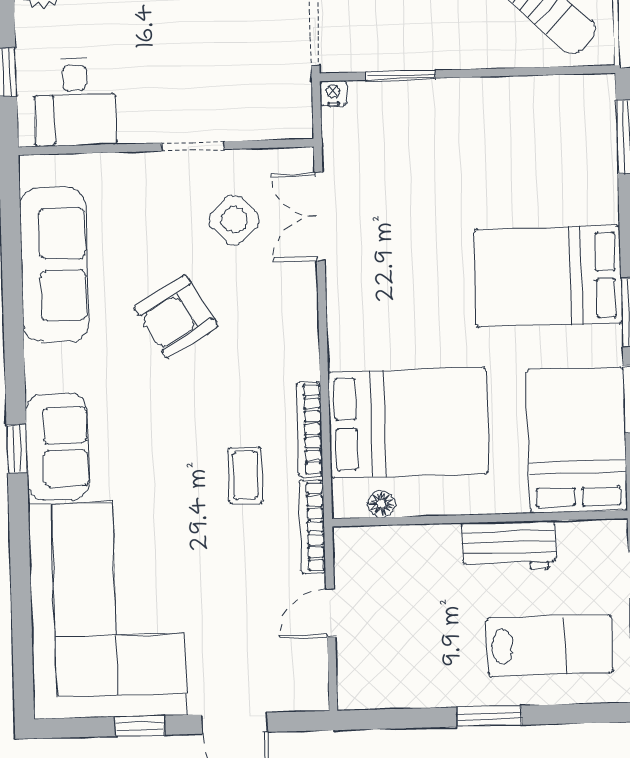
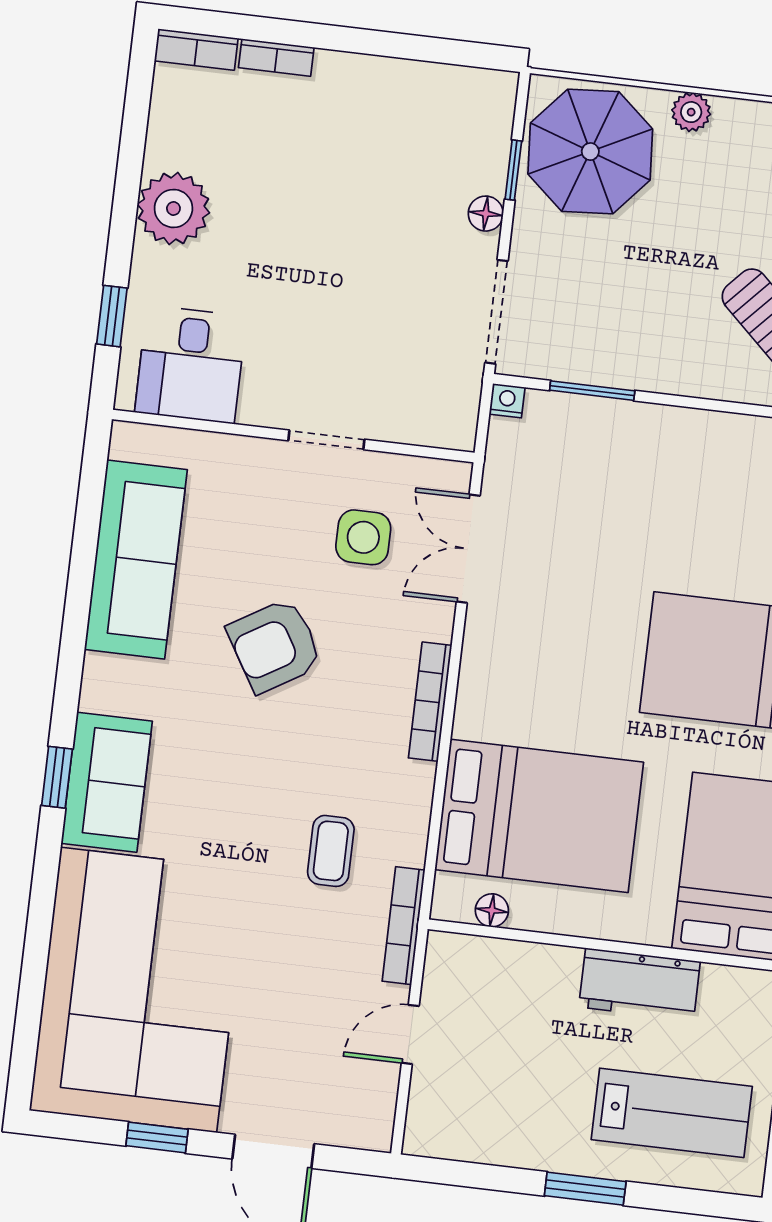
side table: (234, 220) -> (363, 537), turned 45
bookcase: (310, 429) -> (430, 702), moved

